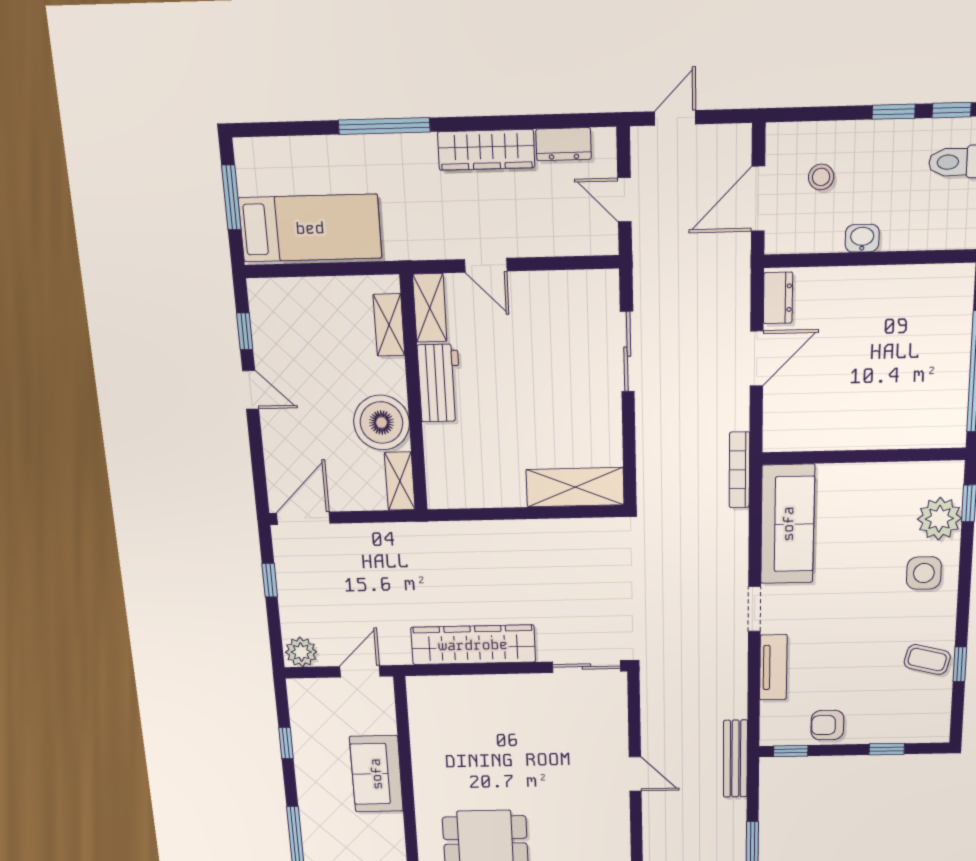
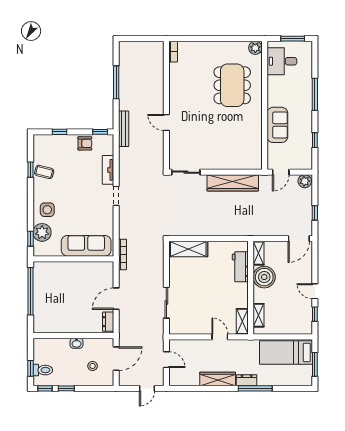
dresser: (564, 144) -> (247, 380), moved
workbench: (439, 383) -> (240, 267), moved
sofa: (788, 524) -> (86, 246), moved, turned 90

